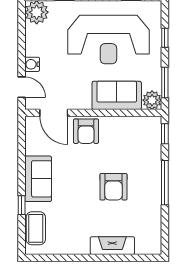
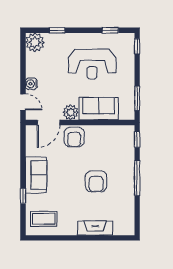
window: (165, 38) -> (137, 46), moved
reception desk: (108, 40) -> (92, 64), width x0.74, depth x0.77
plant: (152, 100) -> (71, 112), moved
door: (54, 113) -> (49, 122), hinge flipped
coffee table: (36, 228) -> (44, 219), moved, turned 90

